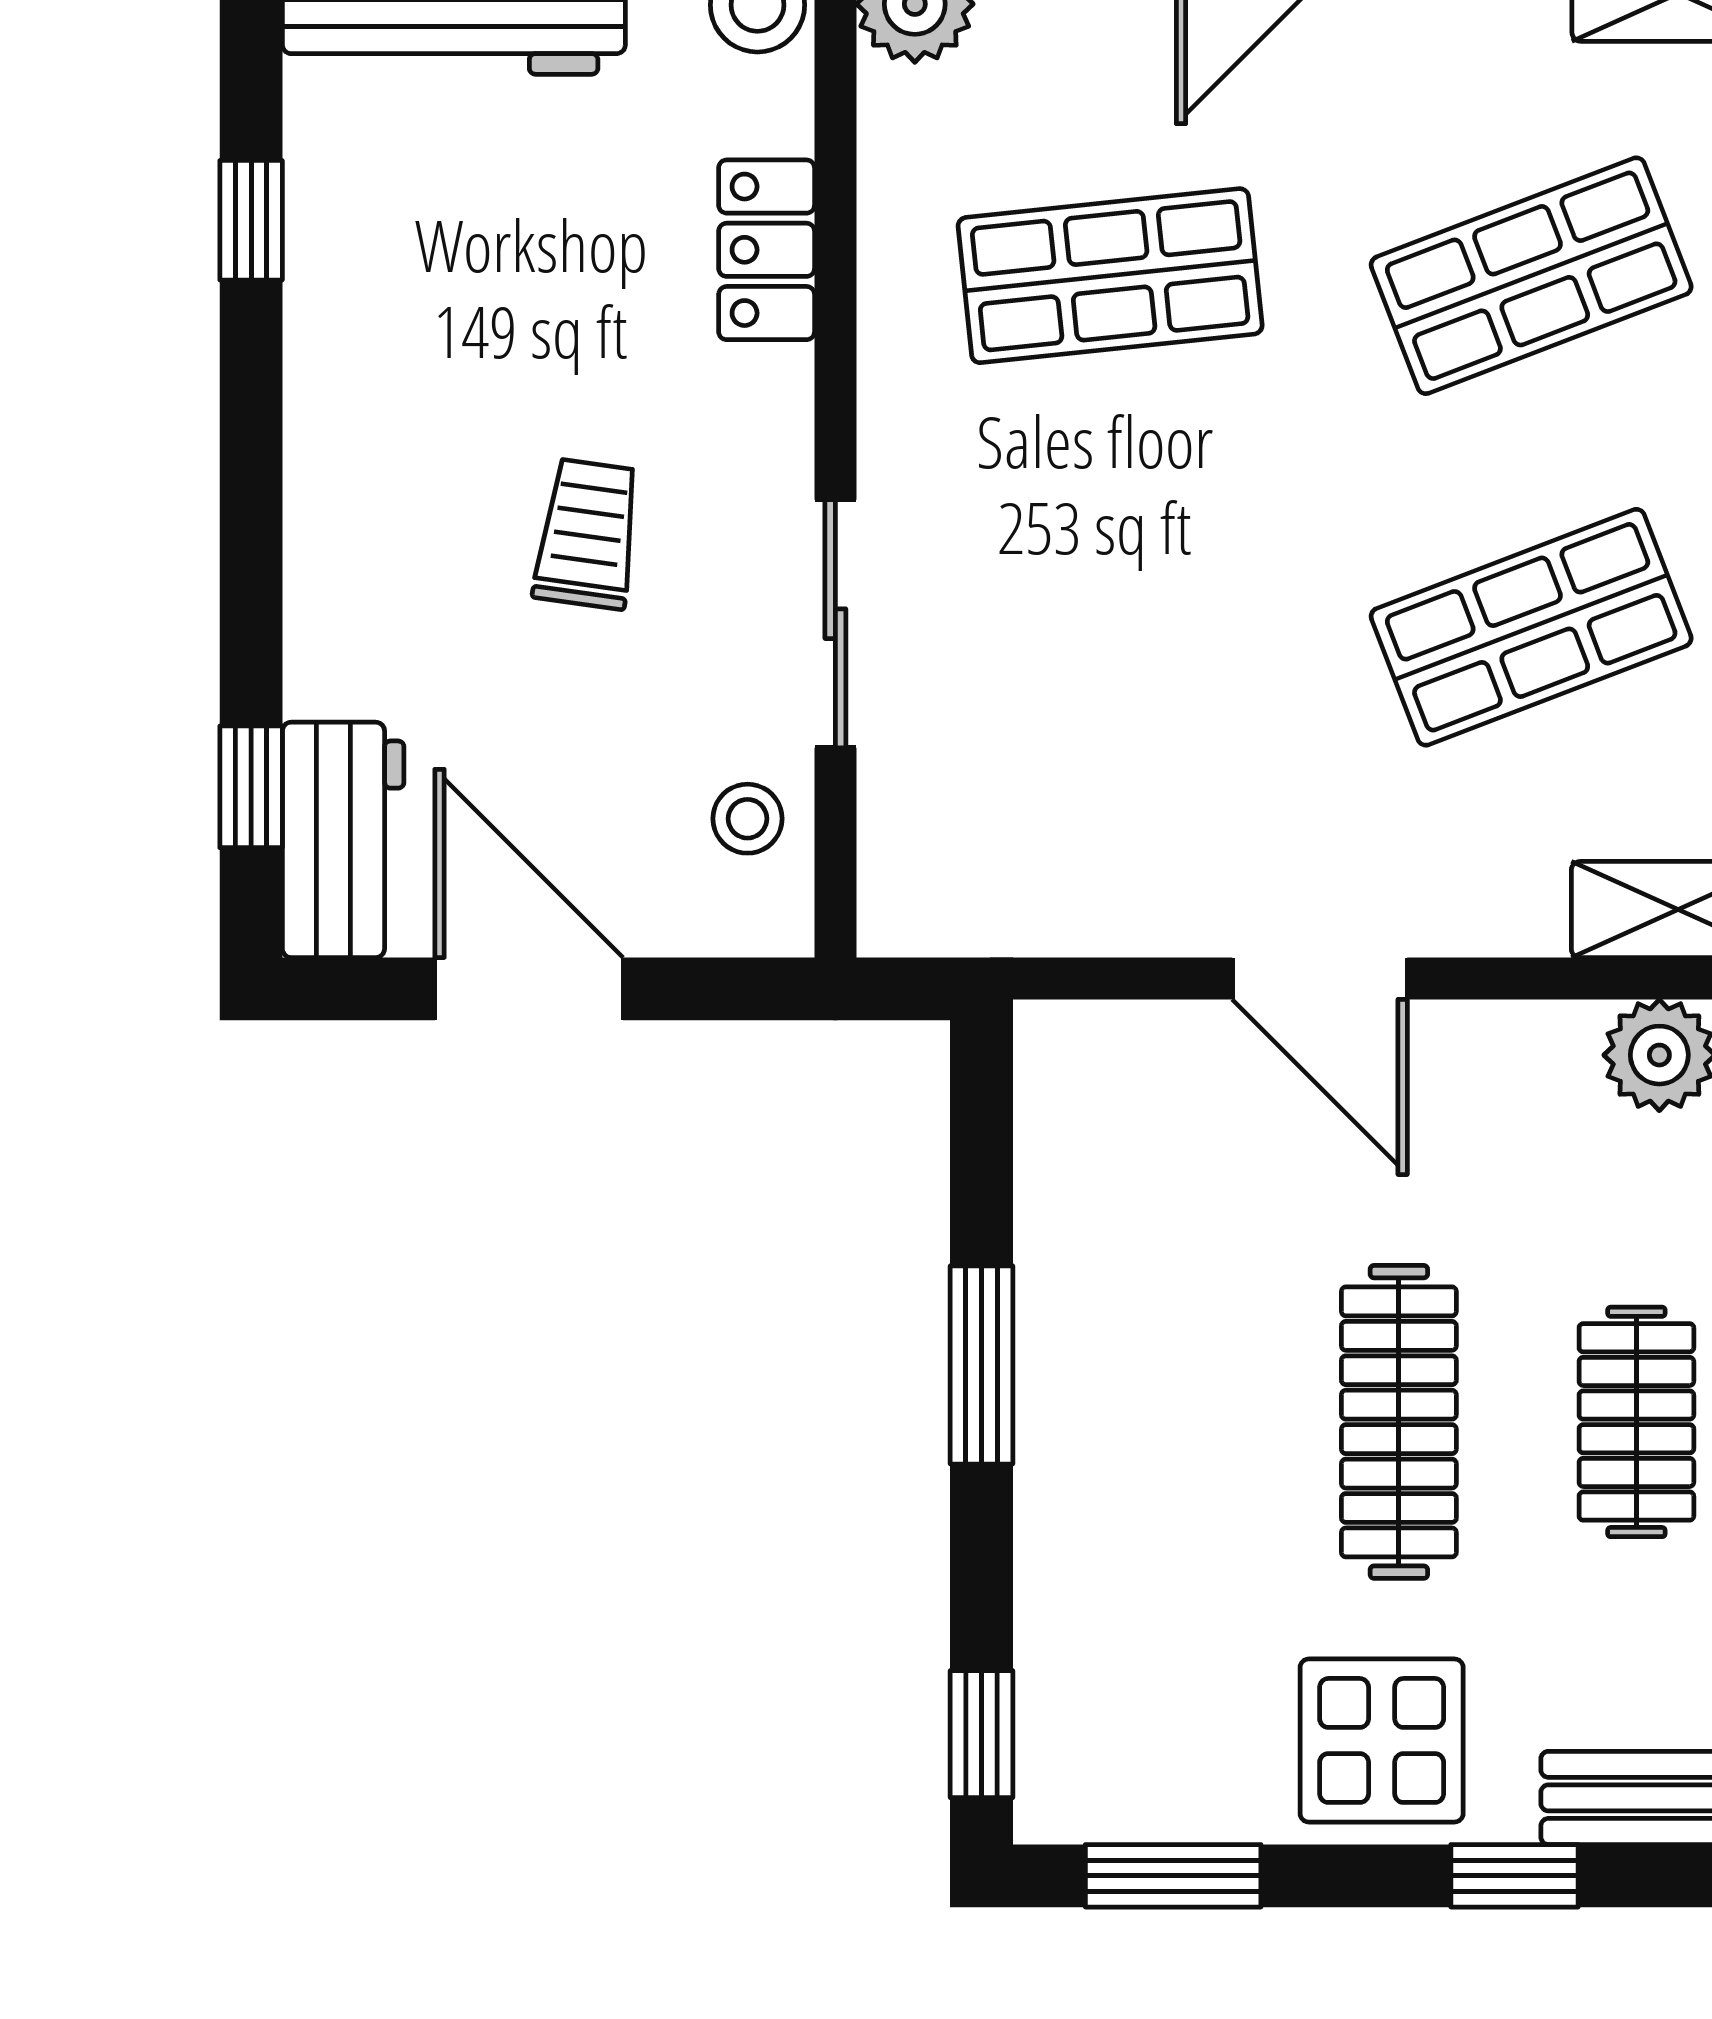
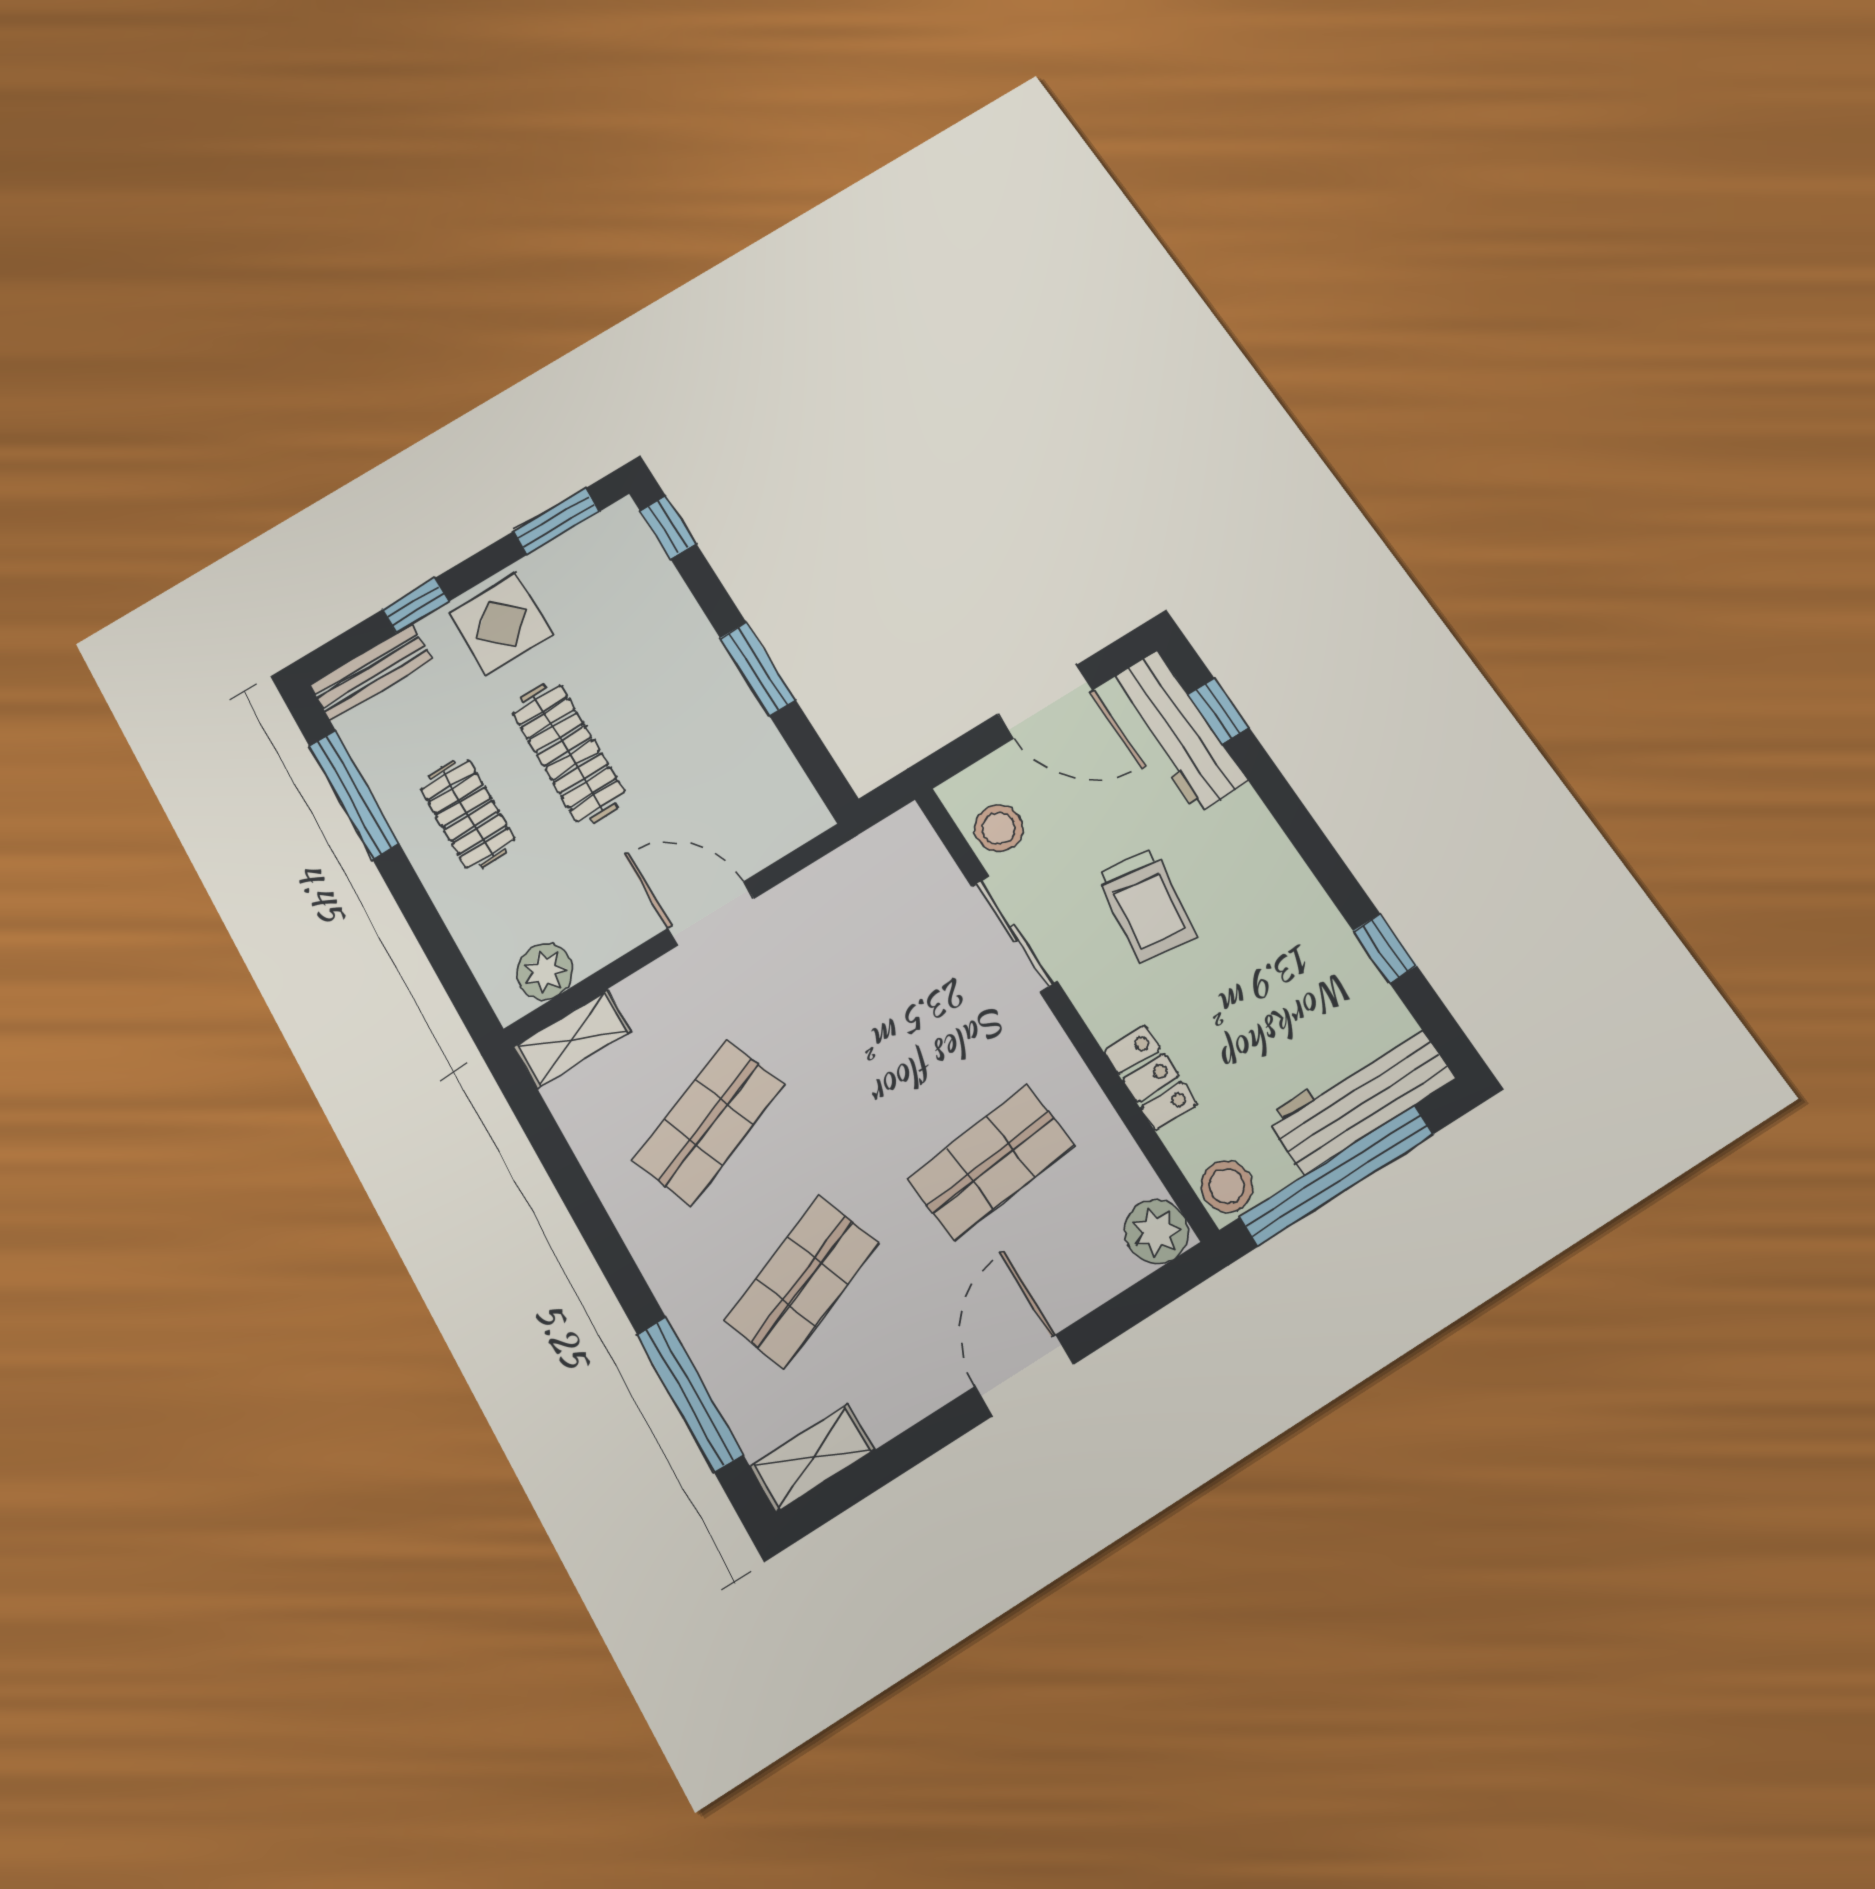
trolley: (588, 534) -> (1147, 905), width x1.36, depth x1.39
stool: (748, 819) -> (999, 828), width x1.37, depth x1.37
workbench: (343, 840) -> (1177, 731), width x1.38

